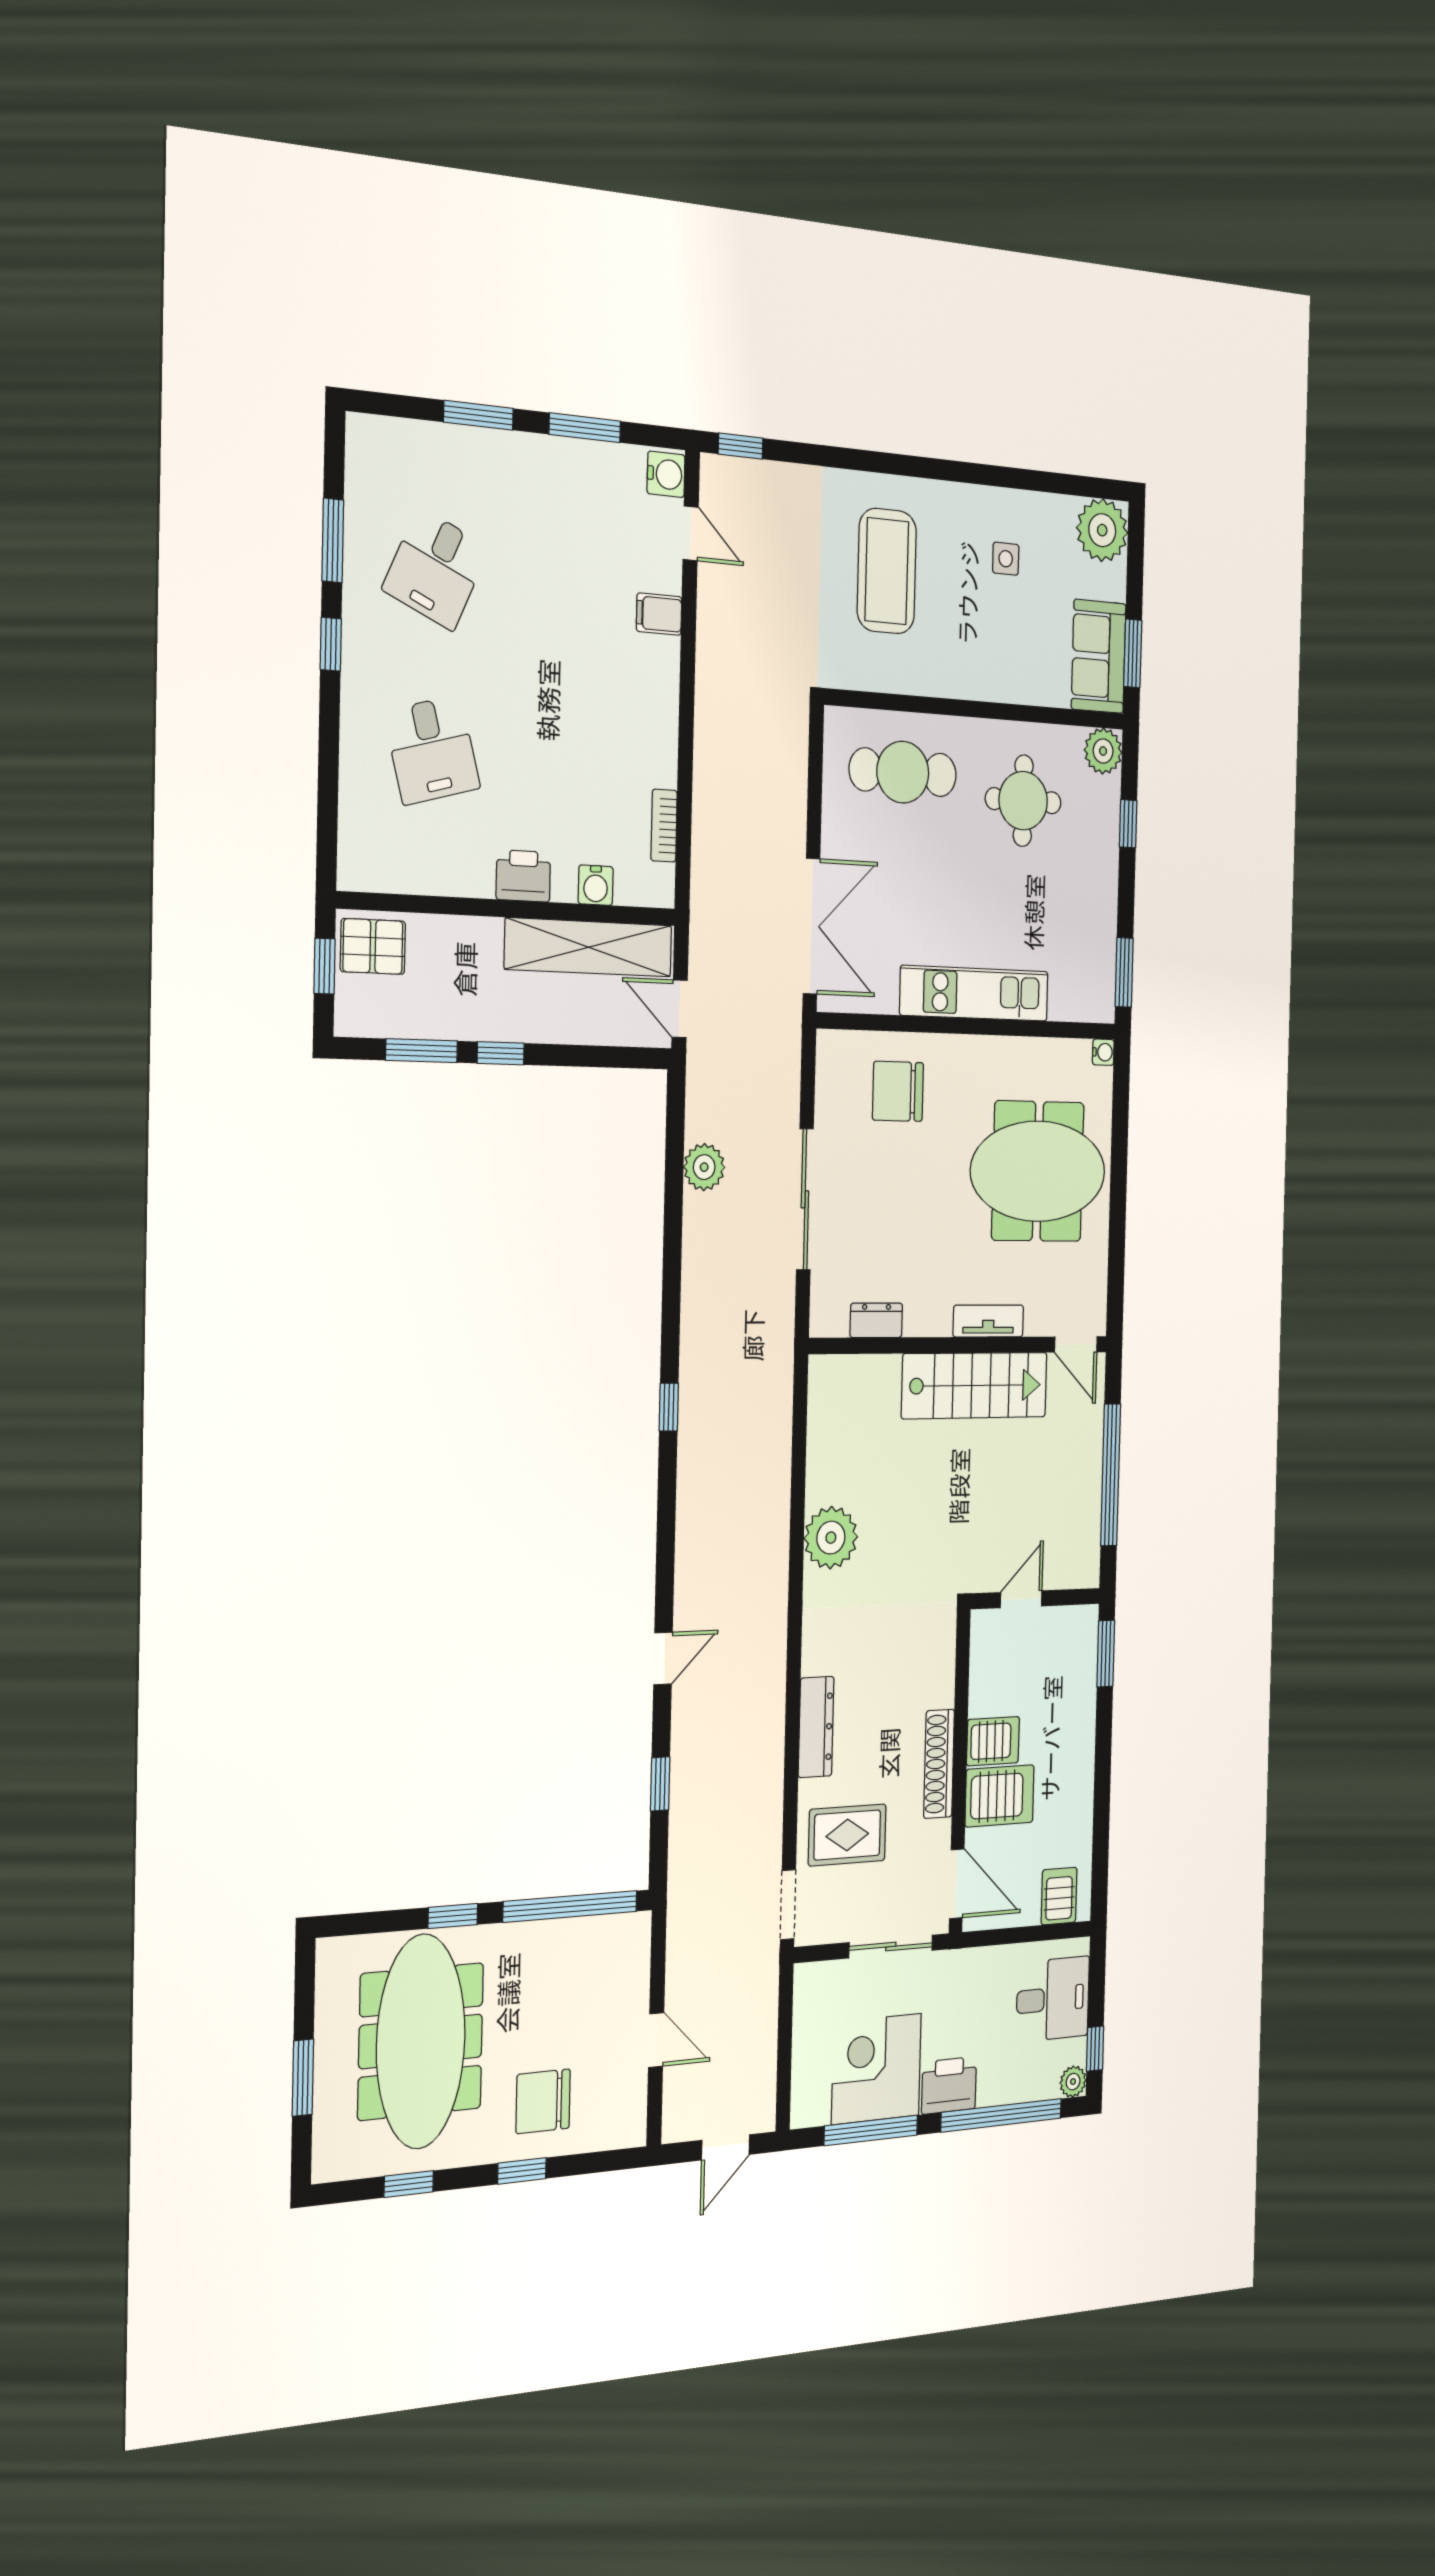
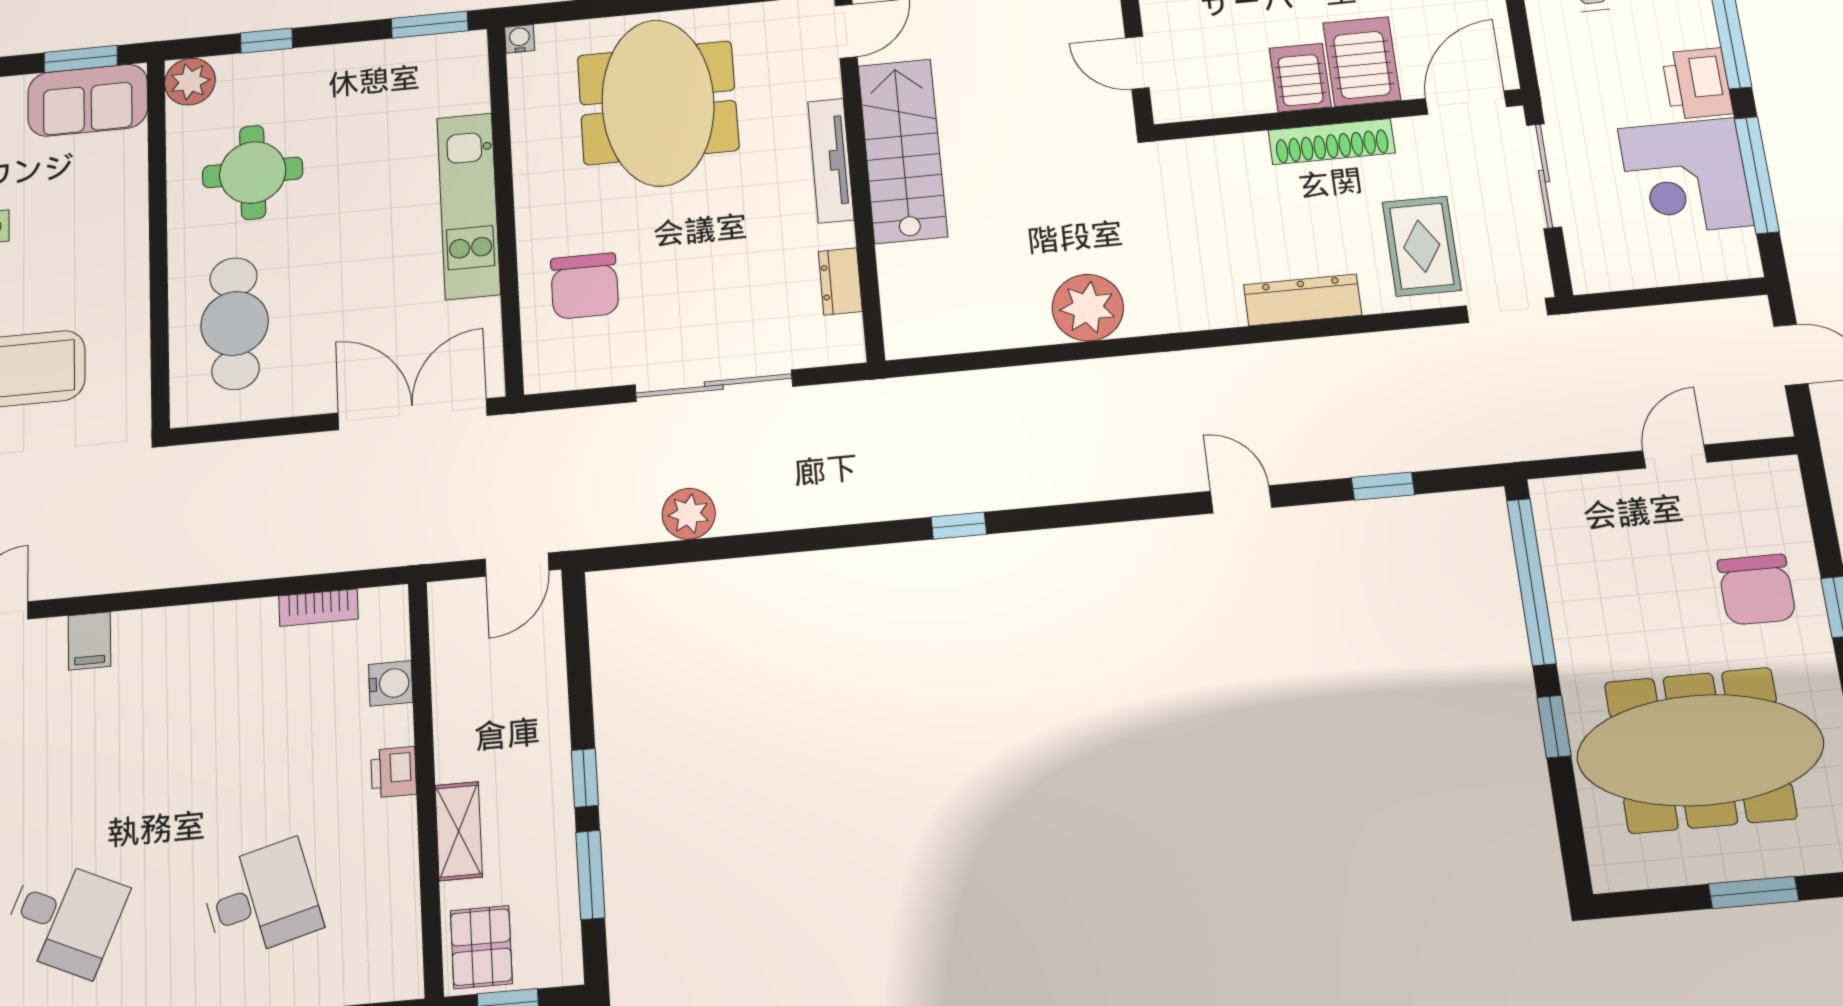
printer: (523, 876) -> (394, 772), width x0.73, depth x0.81
shelving: (589, 947) -> (459, 831), moved, width x0.45, depth x0.75
tv unit: (988, 1321) -> (831, 160), width x1.41

